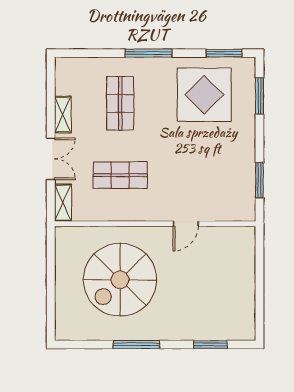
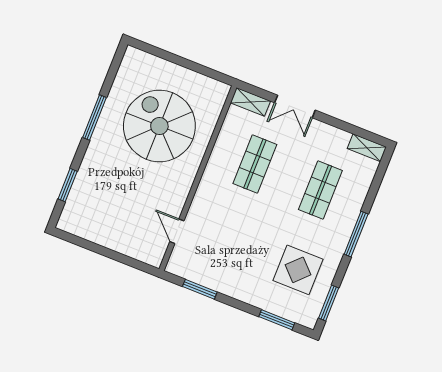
display table: (204, 95) -> (298, 270), width x0.73, depth x0.73
shop shelf: (120, 103) -> (320, 190), turned 90
shelving: (63, 115) -> (367, 148), moved
door: (186, 224) -> (177, 231), moved

